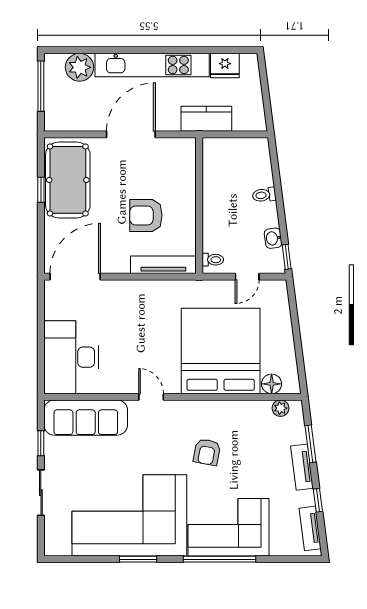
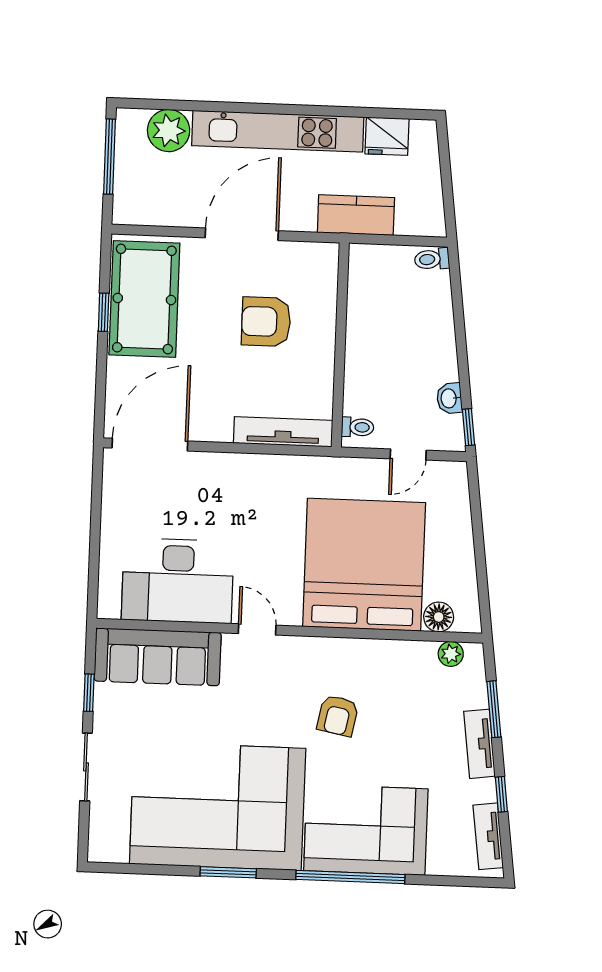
toilet: (264, 195) -> (432, 259), moved
armchair: (146, 215) -> (266, 322), moved
desk: (71, 357) -> (178, 581), moved, turned -90

